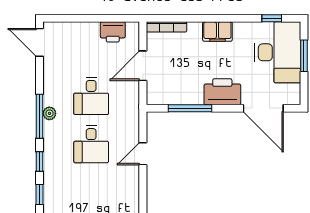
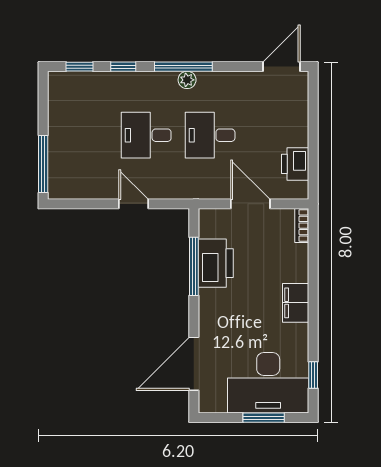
bookcase: (166, 27) -> (302, 226), width x0.64
printer: (222, 92) -> (216, 263), moved

